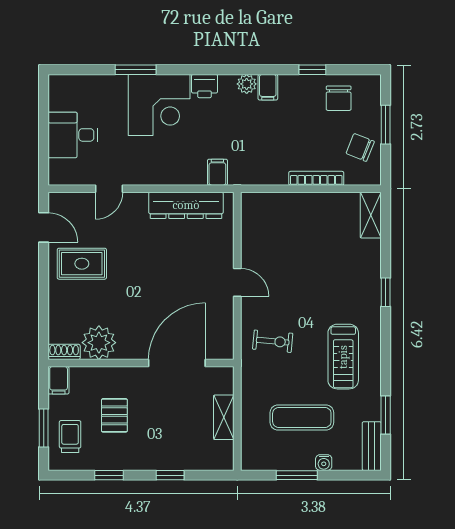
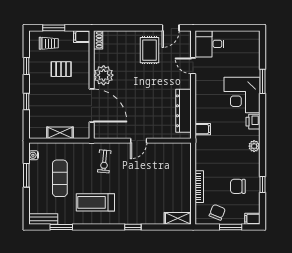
filing cabinet: (268, 87) -> (252, 219), moved
chair: (339, 98) -> (238, 186), moved
desk: (73, 135) -> (210, 44), moved, turned -90
plant: (99, 343) -> (104, 75), moved
water cooler: (324, 463) -> (34, 155), moved

